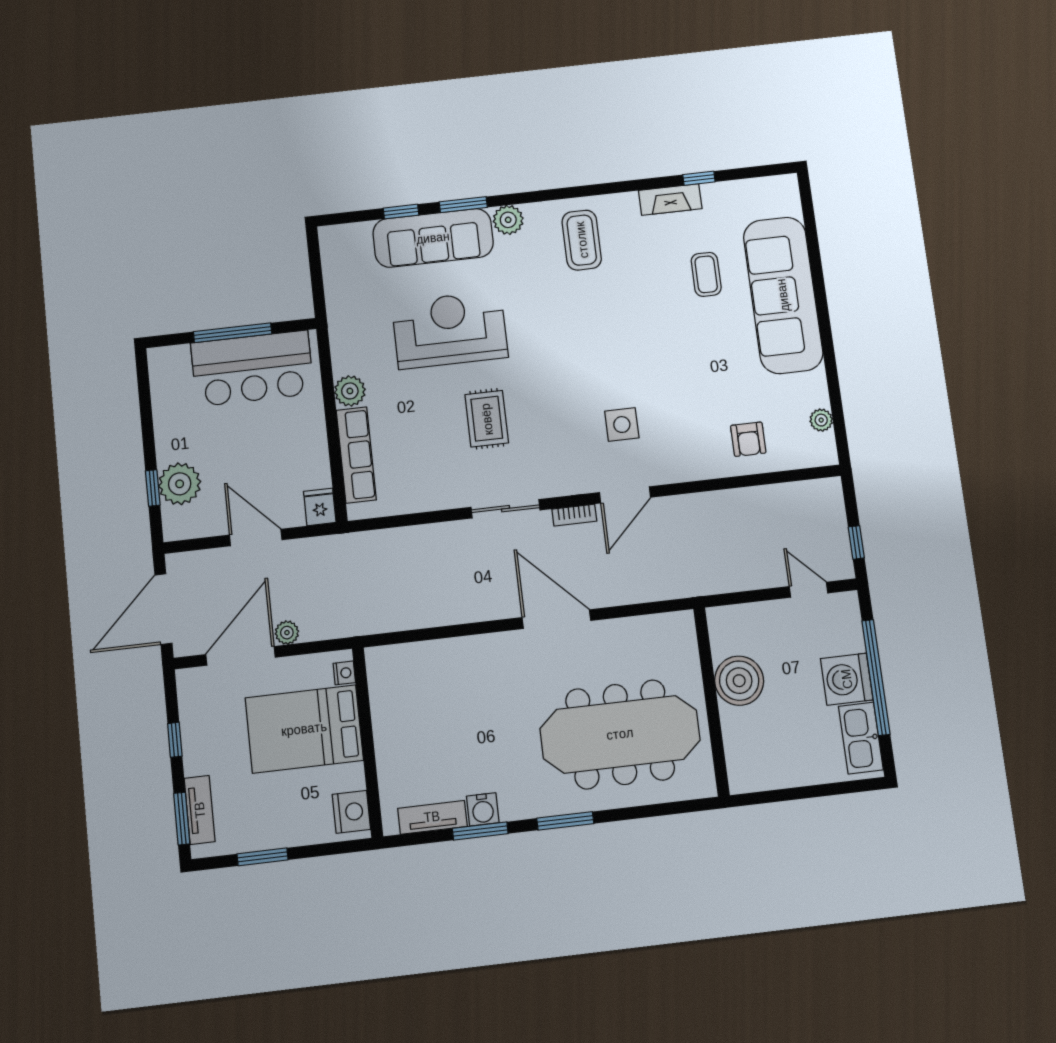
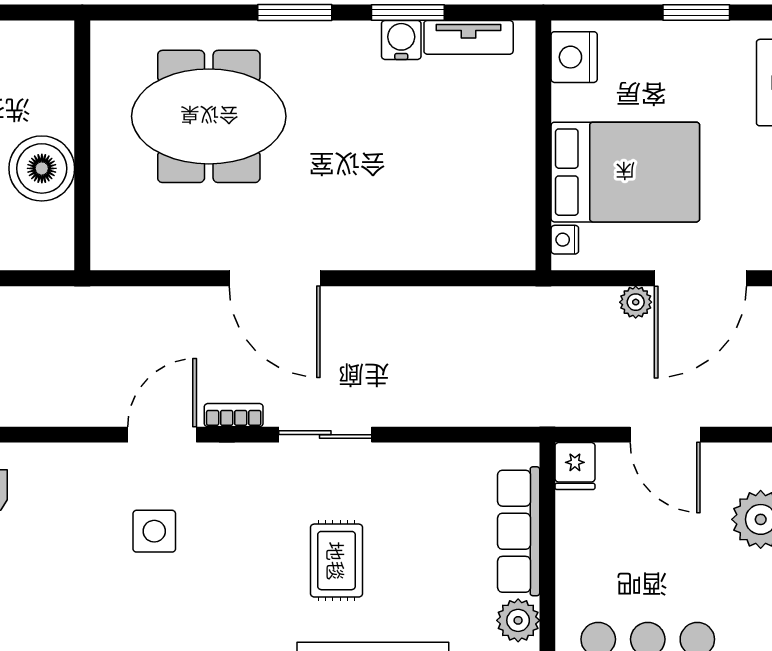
meeting table: (620, 734) -> (209, 116), width x0.73

